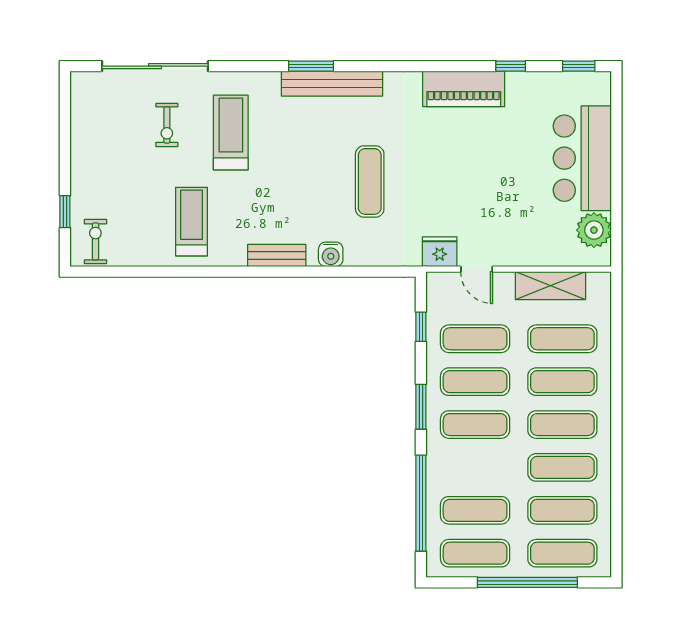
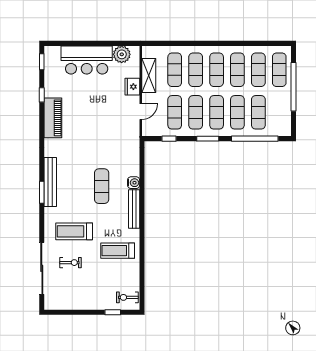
exercise mat: (370, 181) -> (102, 186), moved, turned 90
fridge: (440, 252) -> (132, 87), moved
bench: (277, 255) -> (134, 209), width x1.36
exercise mat: (475, 553) -> (237, 112), moved

